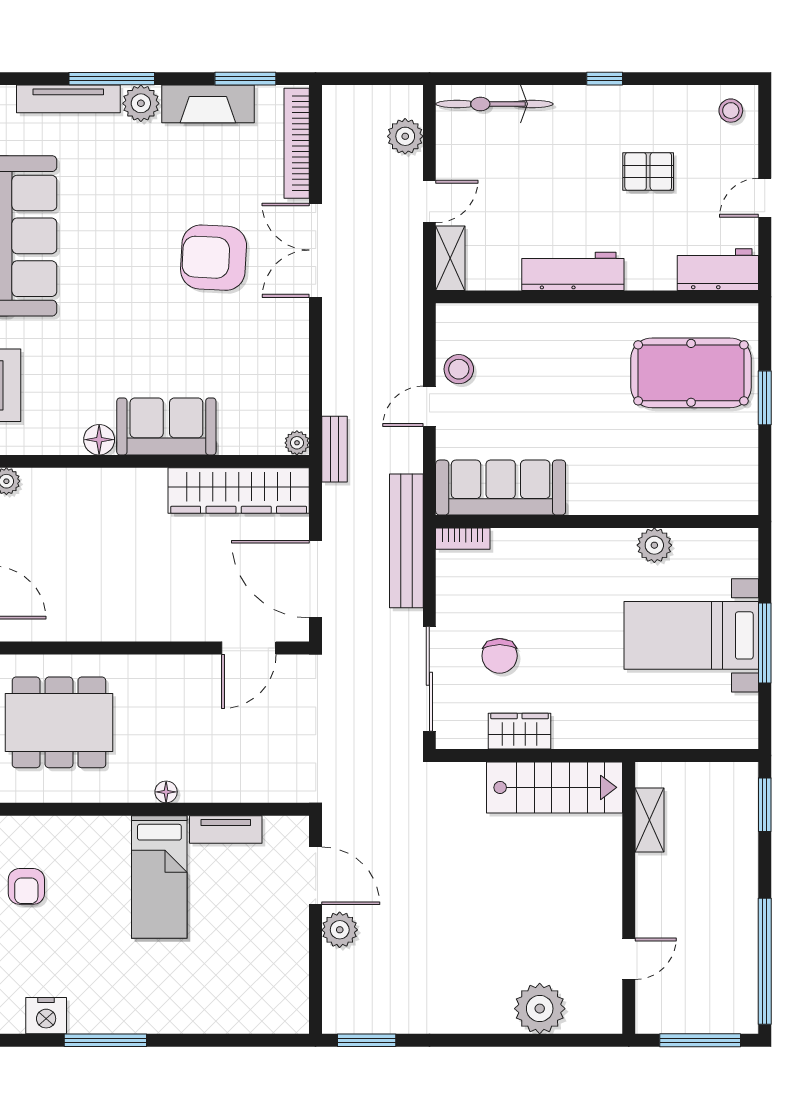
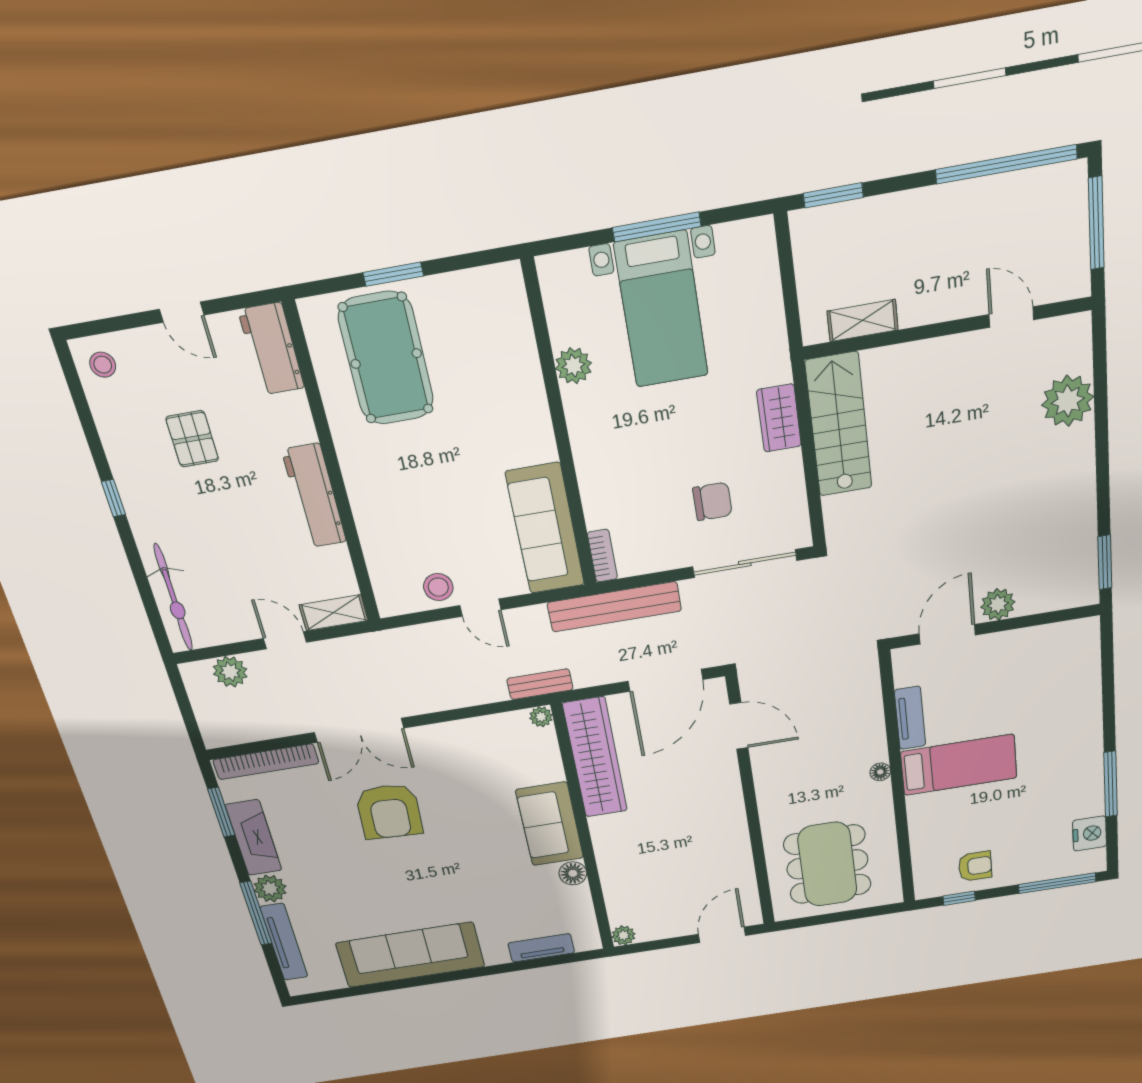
wardrobe: (520, 731) -> (779, 418), moved

